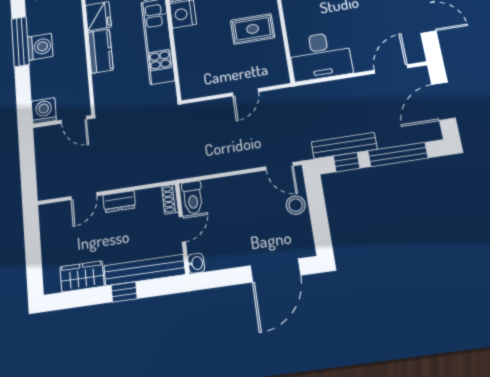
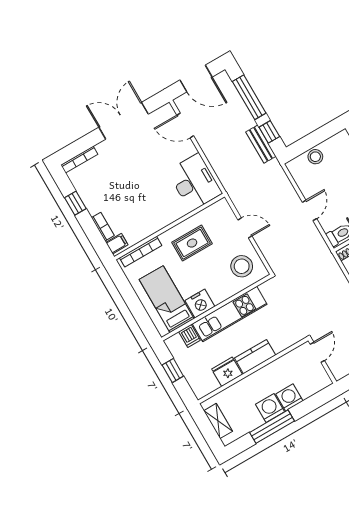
rug: (253, 29) -> (192, 243), turned 90
stool: (204, 73) -> (242, 266), added
washing machine: (44, 111) -> (289, 397), moved, turned 90
bench: (344, 146) -> (261, 144), width x0.73
door: (279, 166) -> (309, 210), moved

